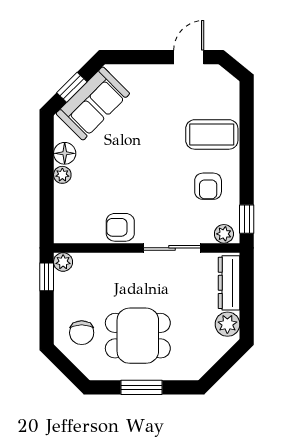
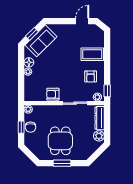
window: (47, 277) -> (21, 127), moved
chair: (82, 333) -> (31, 127), moved
dining table: (138, 336) -> (60, 141), turned 90

